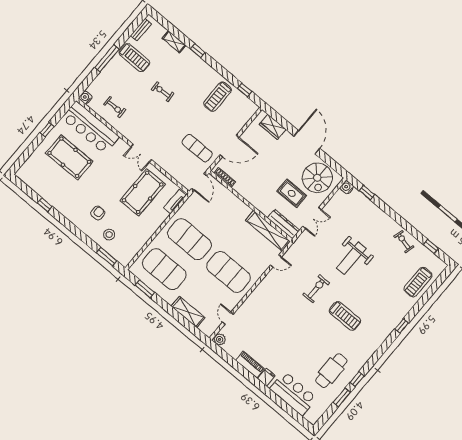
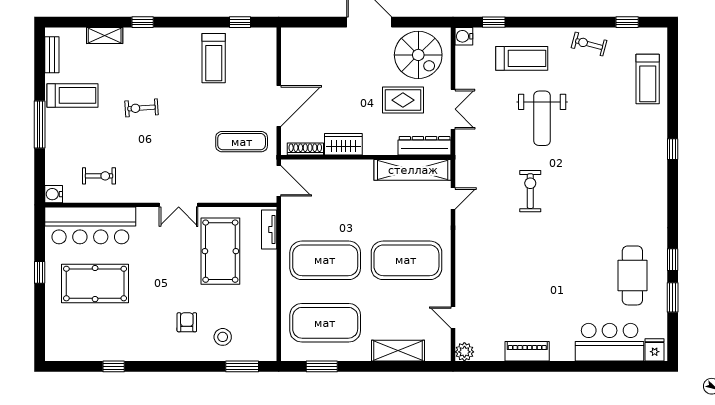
wardrobe: (273, 127) -> (343, 144), moved, turned 180
treadmill: (345, 316) -> (522, 58), moved
fridge: (266, 377) -> (655, 350), moved

